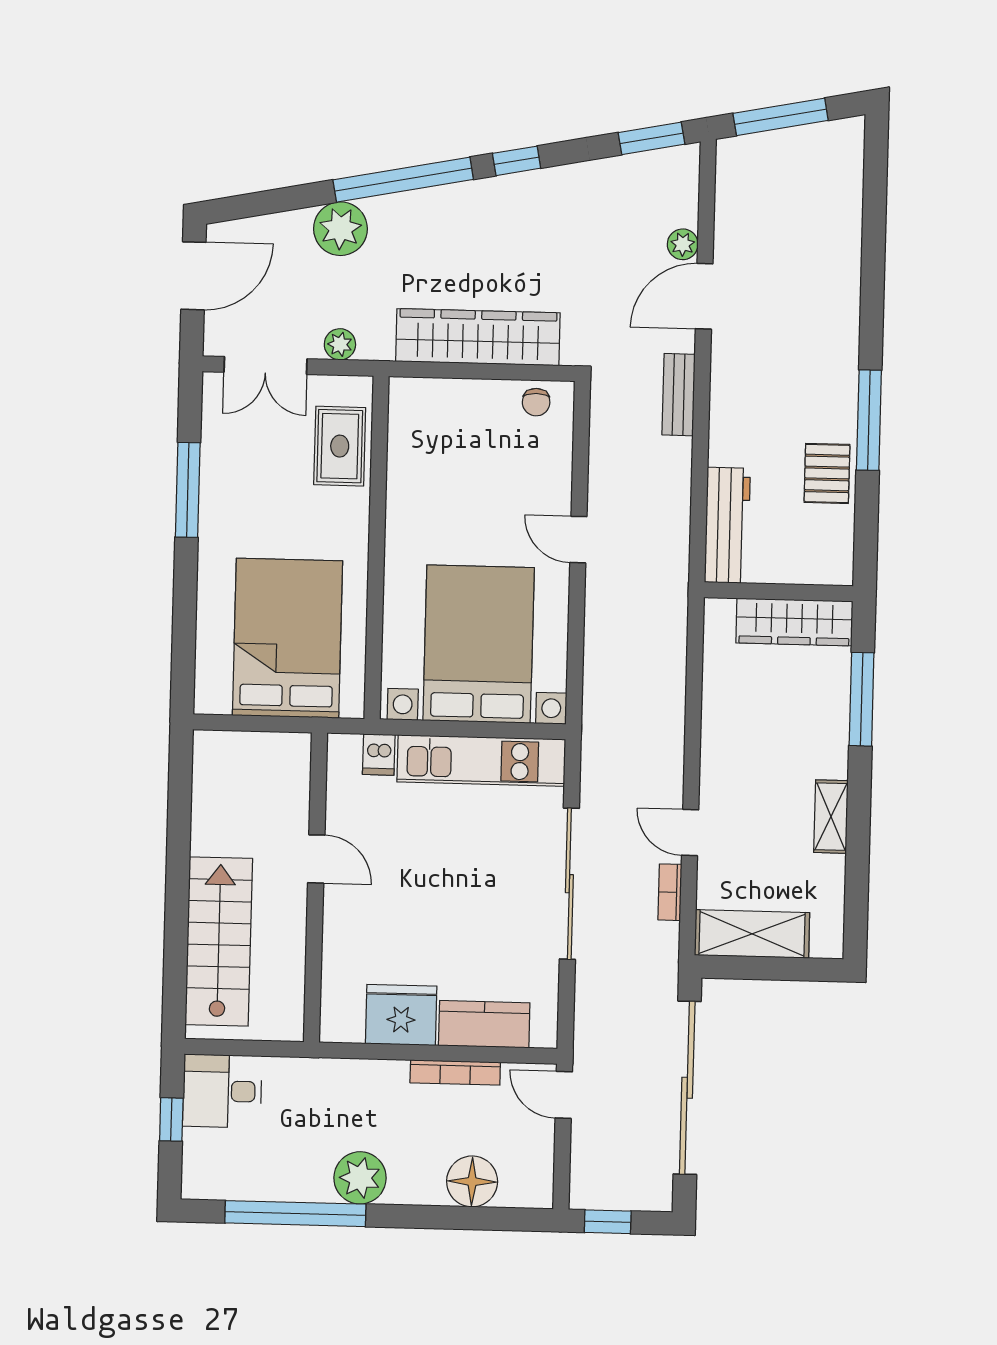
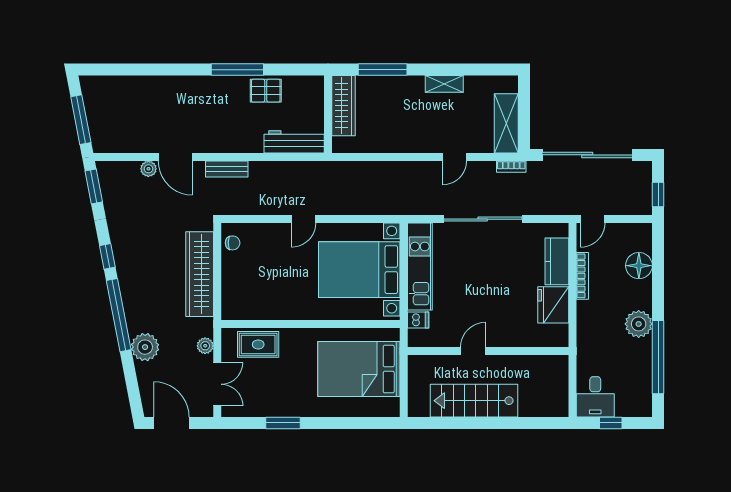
window: (188, 490) -> (283, 423), width x0.69
bookcase: (670, 892) -> (511, 167), moved
stairs: (219, 941) -> (474, 401), moved

